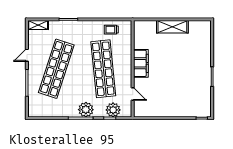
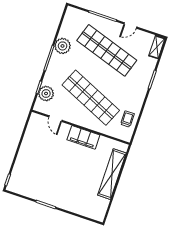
shelving: (172, 27) -> (112, 174), width x1.47
door: (27, 55) -> (130, 25), swing flipped
shop shelf: (103, 69) -> (91, 98), turned 30
door: (133, 94) -> (55, 119), hinge flipped
plant: (86, 110) -> (63, 46), moved

